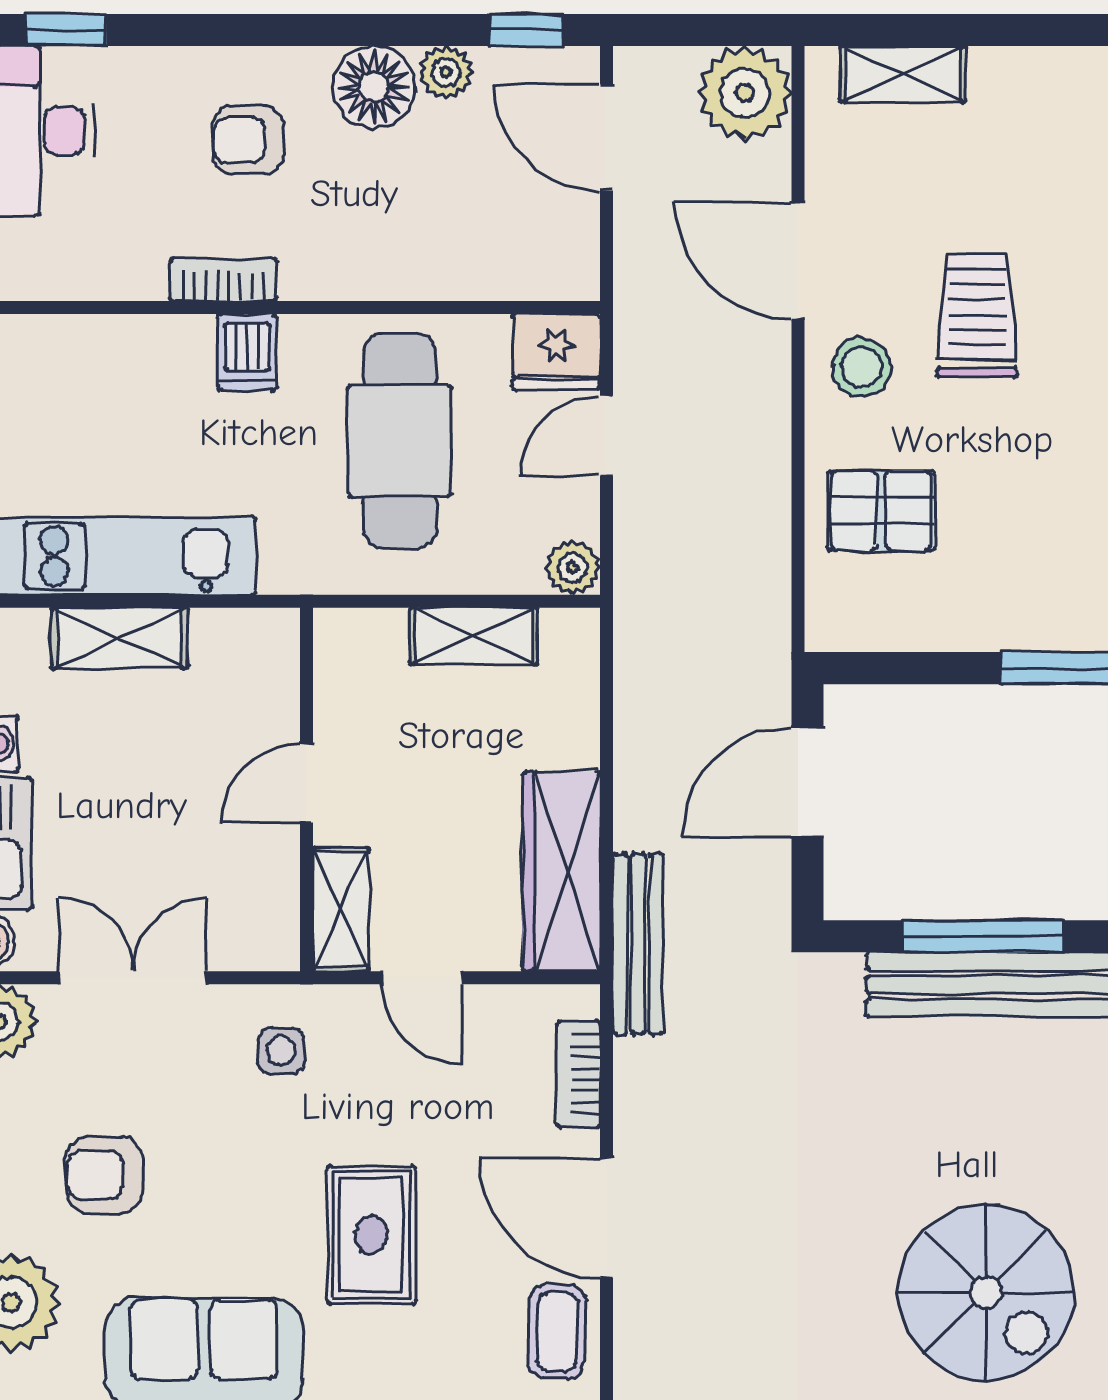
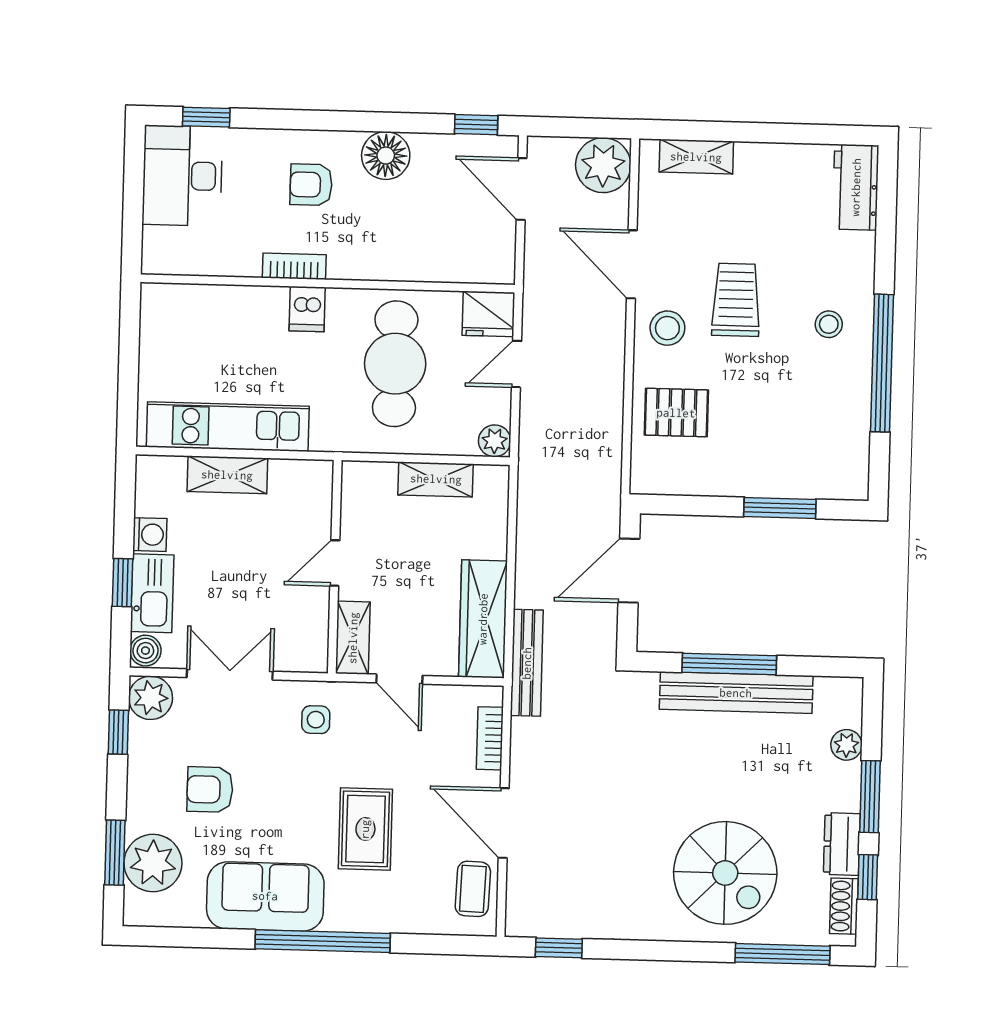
plant: (446, 72) -> (428, 148), removed

